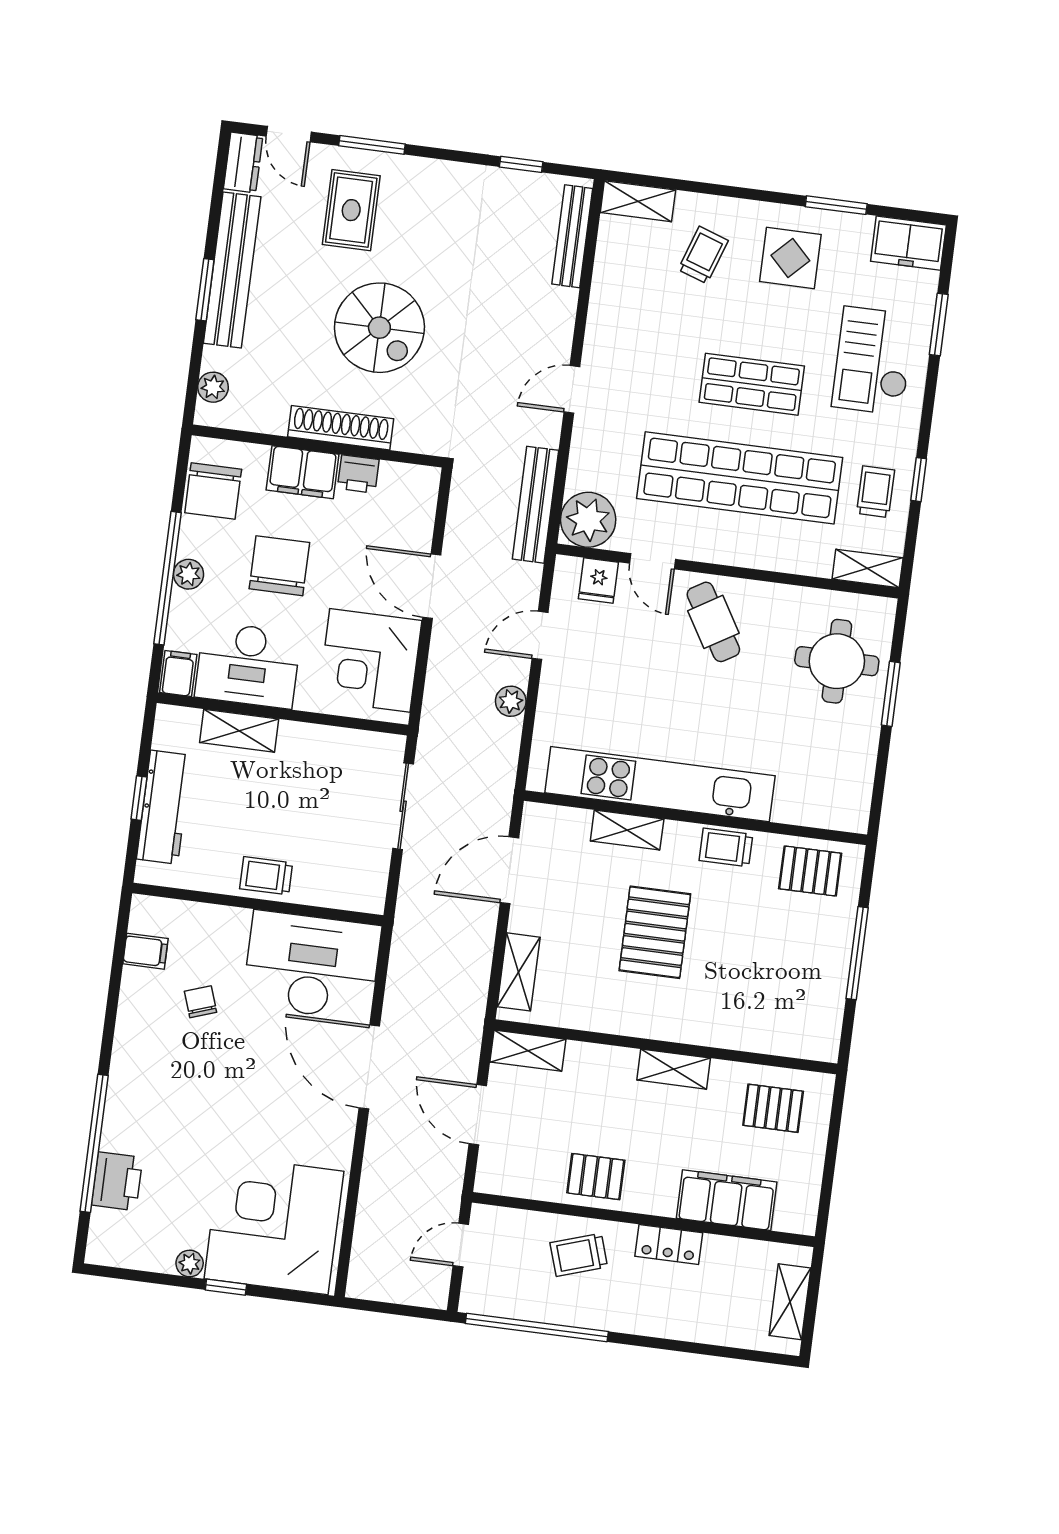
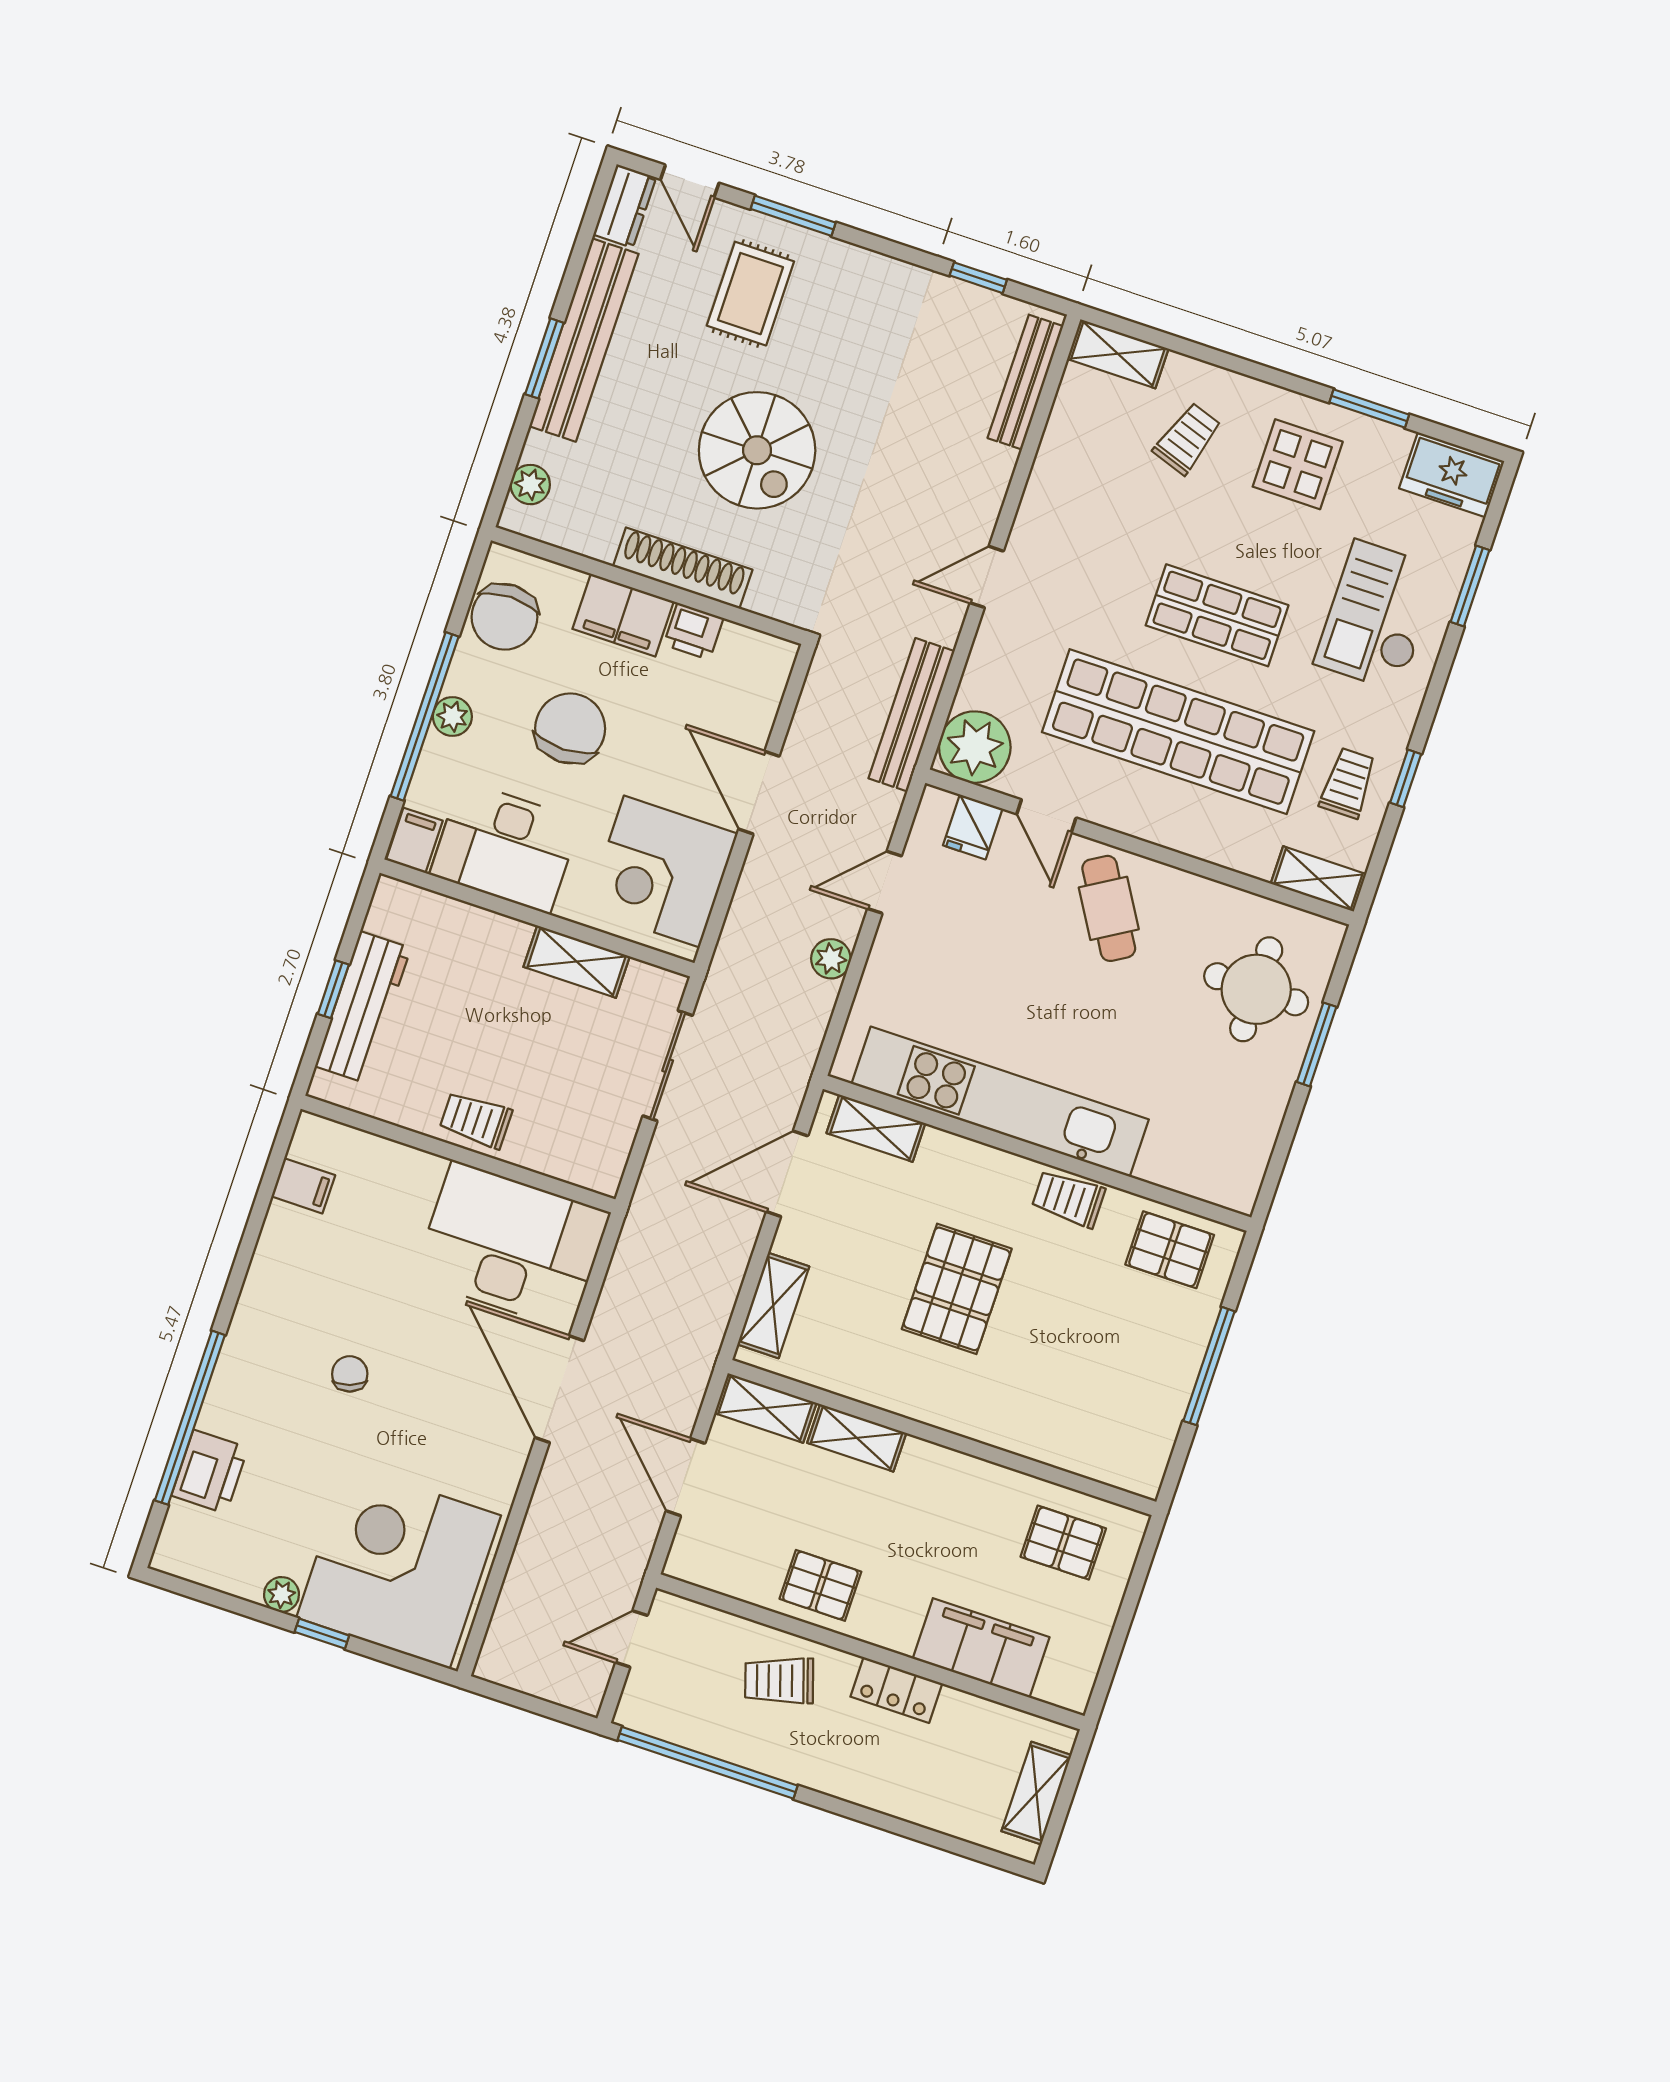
shelving: (239, 731) -> (577, 962), moved
shelving: (627, 830) -> (876, 1128), moved
chair: (201, 1002) -> (350, 1374), moved
shelving: (674, 1069) -> (857, 1438), moved

